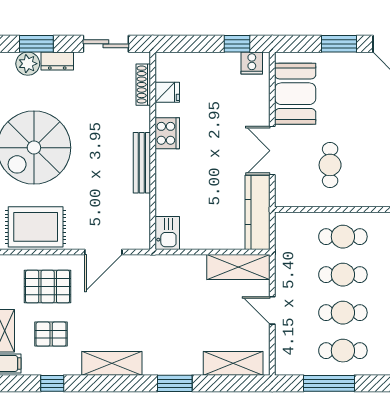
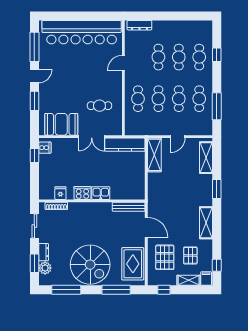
bench: (142, 163) -> (129, 207), moved
kitchen sink: (167, 233) -> (101, 193), moved
window: (52, 383) -> (217, 265), moved

